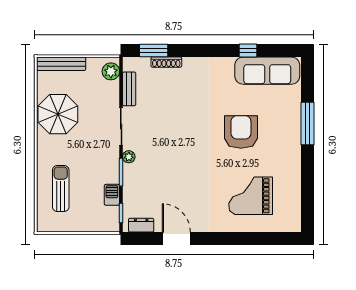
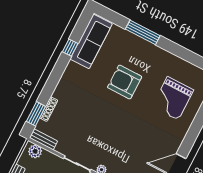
bench: (129, 89) -> (43, 139), moved

